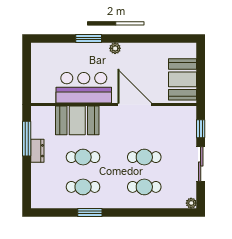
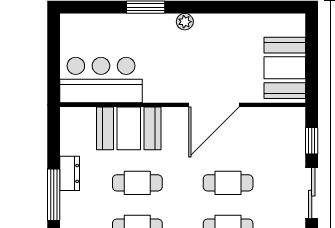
bar counter: (84, 88) -> (101, 80), moved
door: (135, 104) -> (214, 105), swing flipped
window: (27, 139) -> (54, 195), moved

